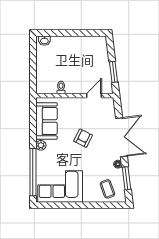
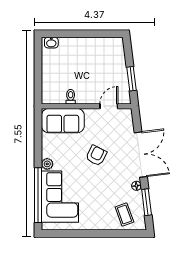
sofa: (47, 121) -> (63, 121), moved, turned 90
corner sofa: (60, 186) -> (60, 197), moved, turned 90

